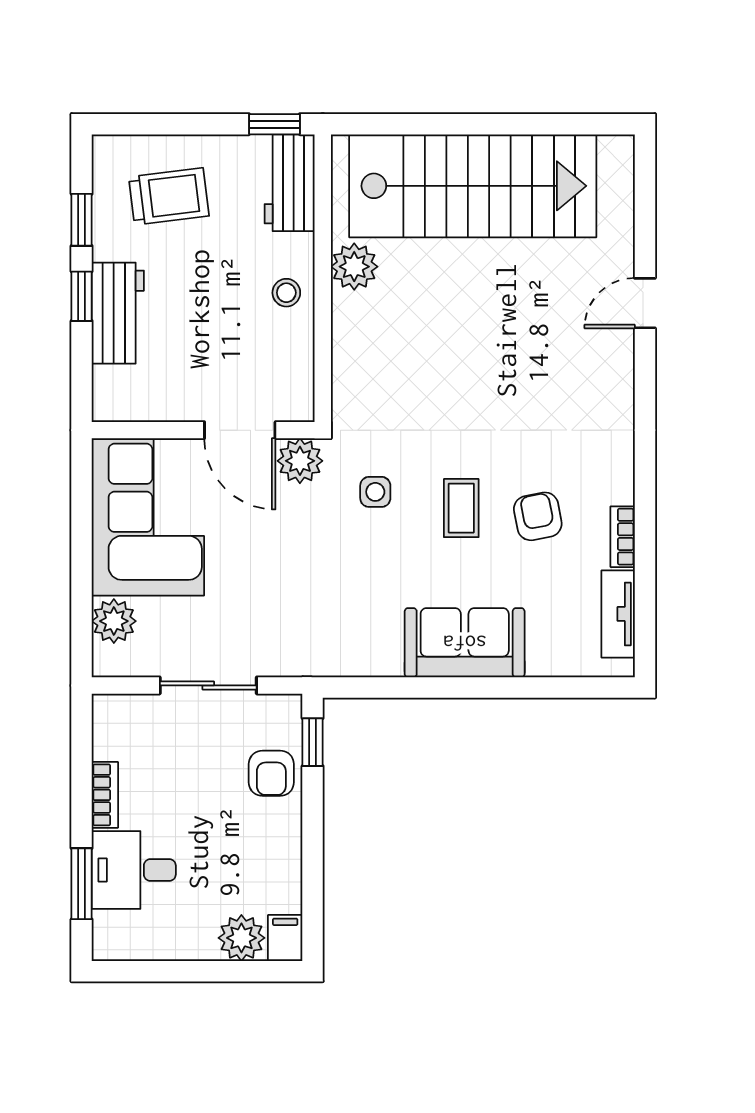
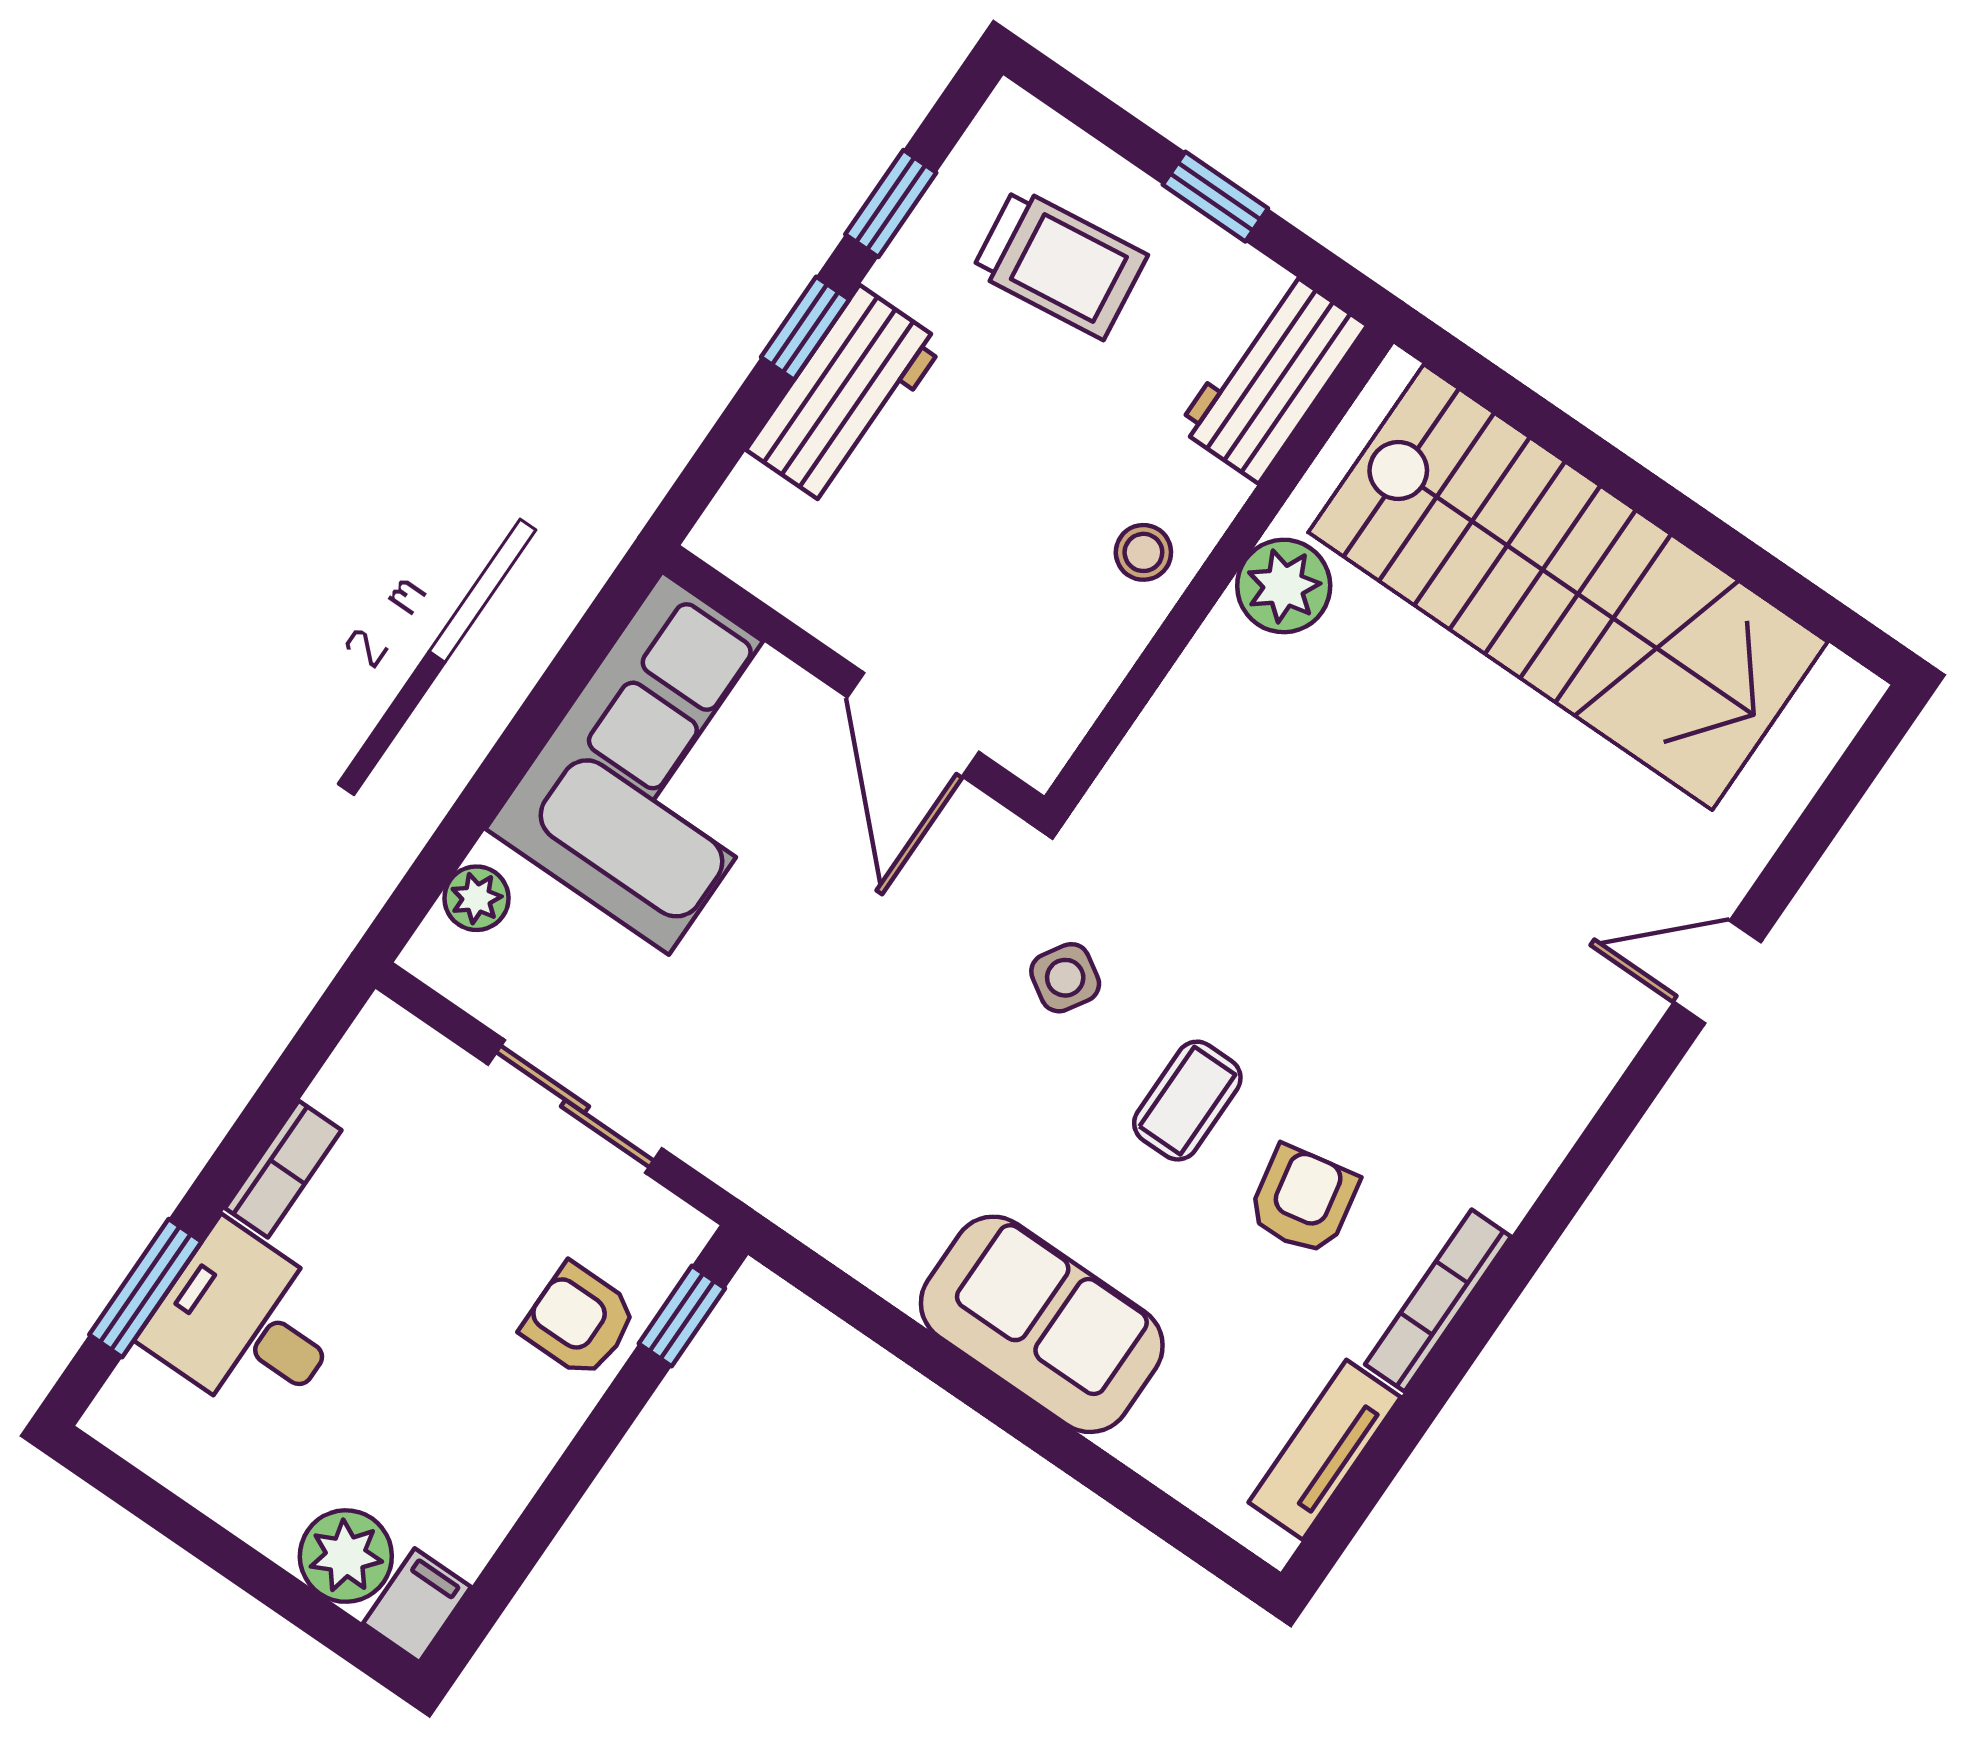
window: (274, 124) -> (1215, 197), moved
plant: (300, 461) -> (977, 842), removed
side table: (375, 492) -> (1065, 978), turned 32
bookcase: (623, 537) -> (1438, 1301), width x1.56
plant: (114, 621) -> (476, 898), width x0.73, depth x0.73
armchair: (271, 773) -> (579, 1321), turned 90

